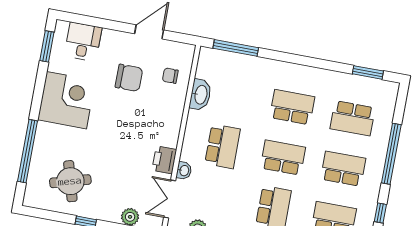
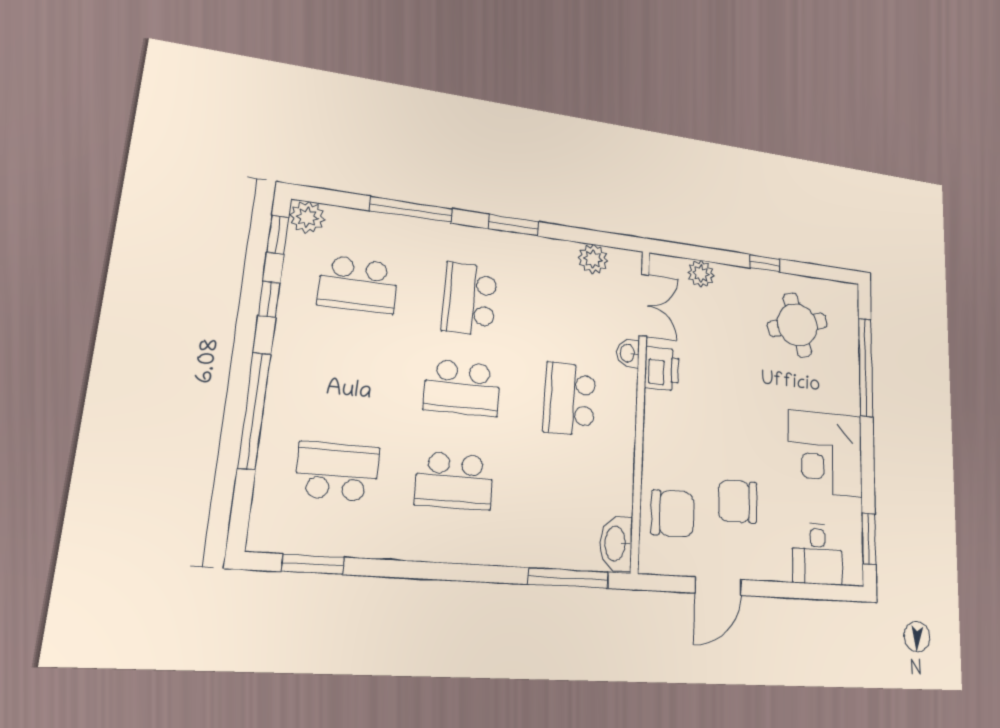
chair: (170, 76) -> (673, 513), width x1.87, depth x1.87
washbasin: (200, 95) -> (616, 543), moved
school desk: (343, 169) -> (348, 376), removed

